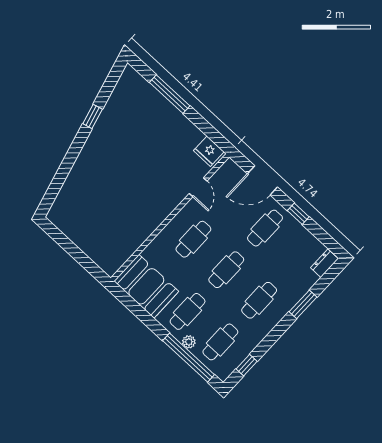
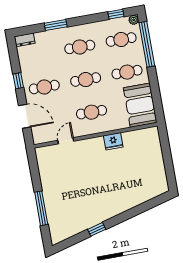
fridge: (209, 151) -> (113, 141), moved, turned 90
plant: (189, 342) -> (134, 20), moved

